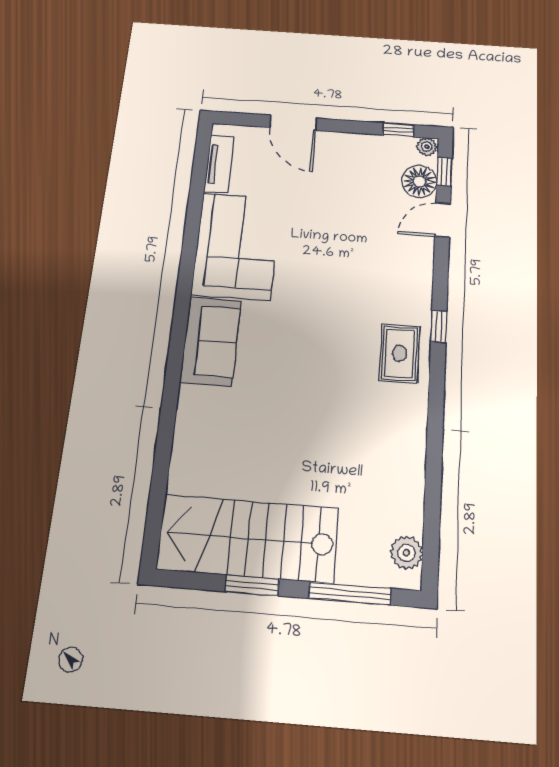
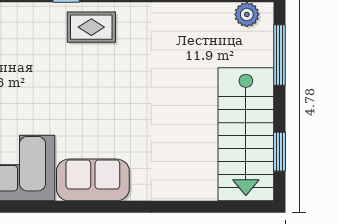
window: (252, 585) -> (279, 152), moved

